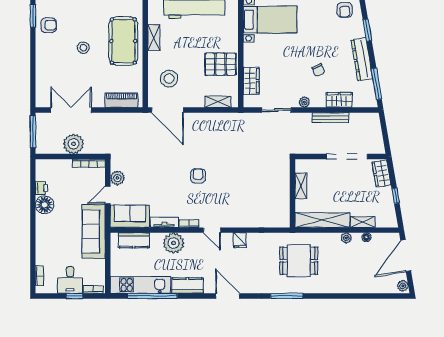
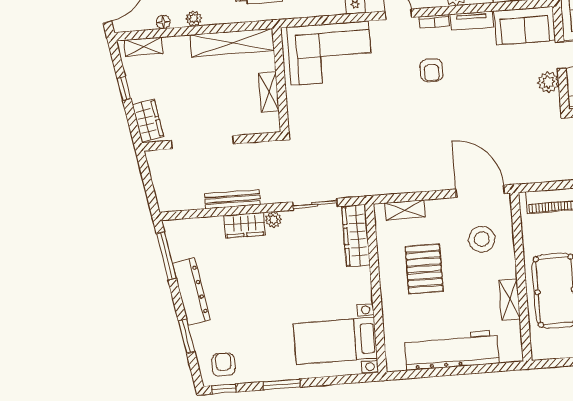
pallet: (220, 64) -> (424, 269), moved, turned 90
chair: (318, 70) -> (256, 270), removed
wardrobe: (251, 81) -> (356, 236), width x1.50
wardrobe: (339, 100) -> (244, 225), moved
armchair: (198, 176) -> (431, 70), moved
corner sofa: (259, 208) -> (330, 53), added
shelving: (363, 222) -> (143, 47), moved

